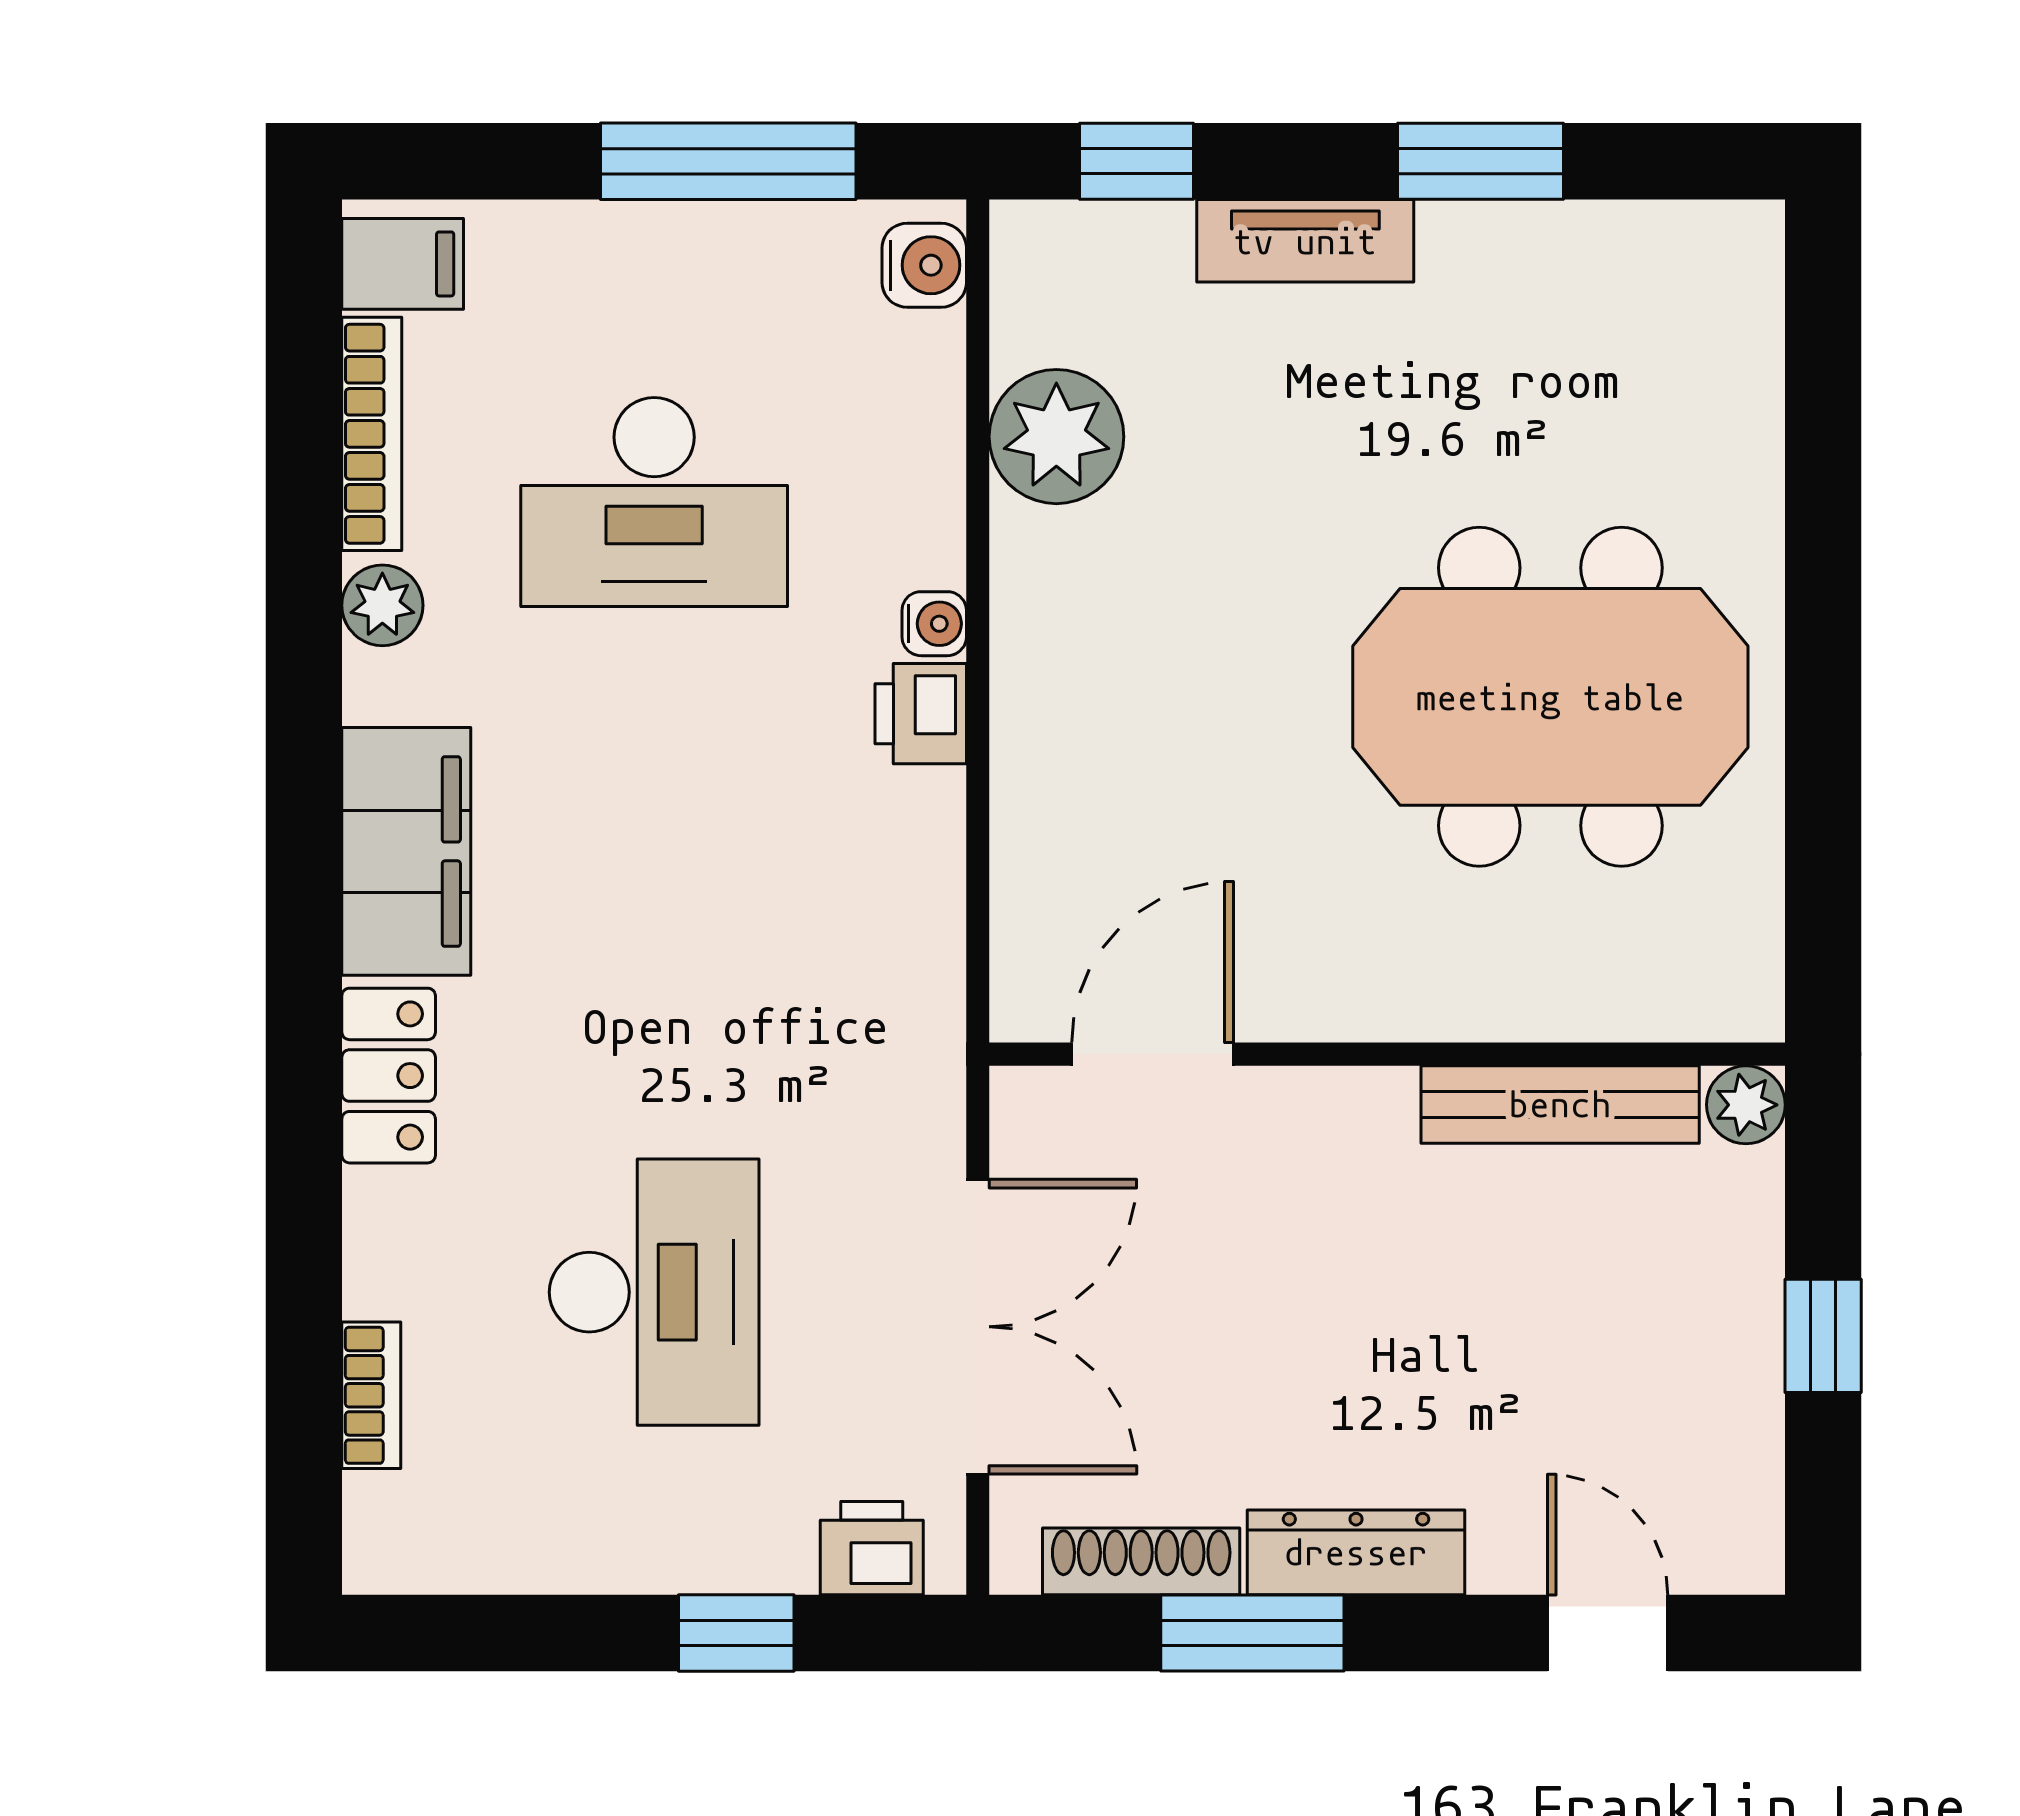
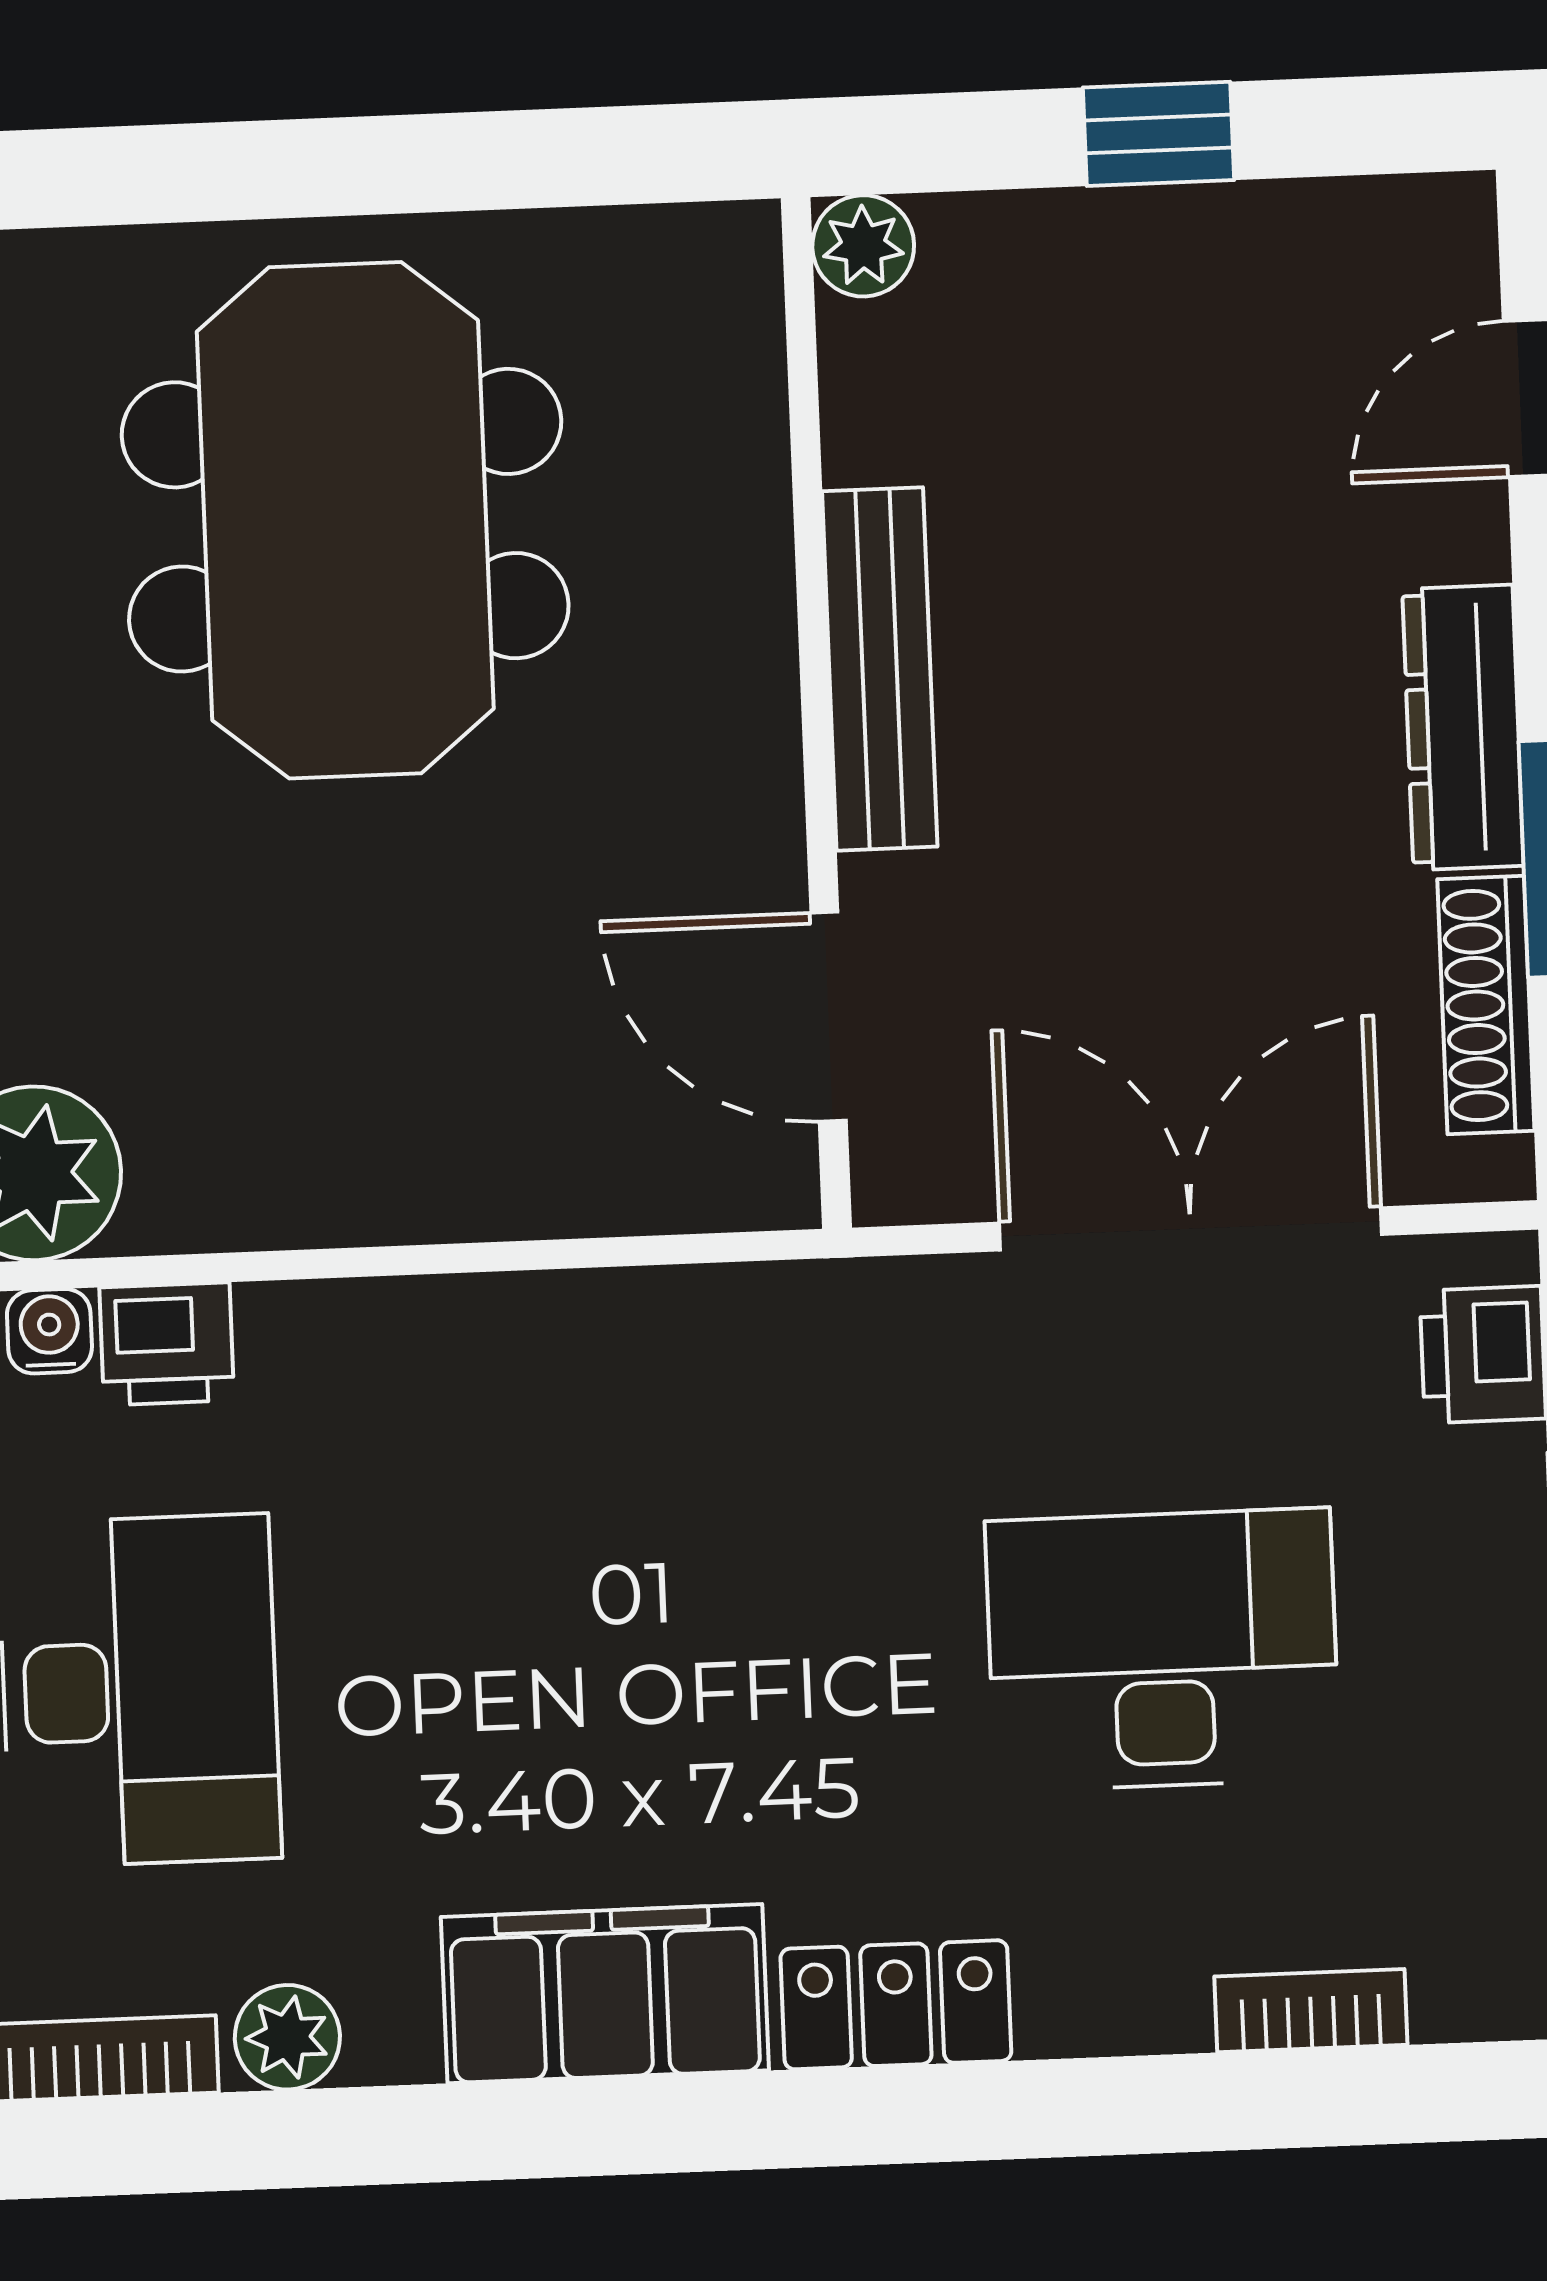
water cooler: (934, 624) -> (49, 1331), moved
printer: (921, 714) -> (167, 1344), moved
bench: (1560, 1104) -> (880, 669), moved

